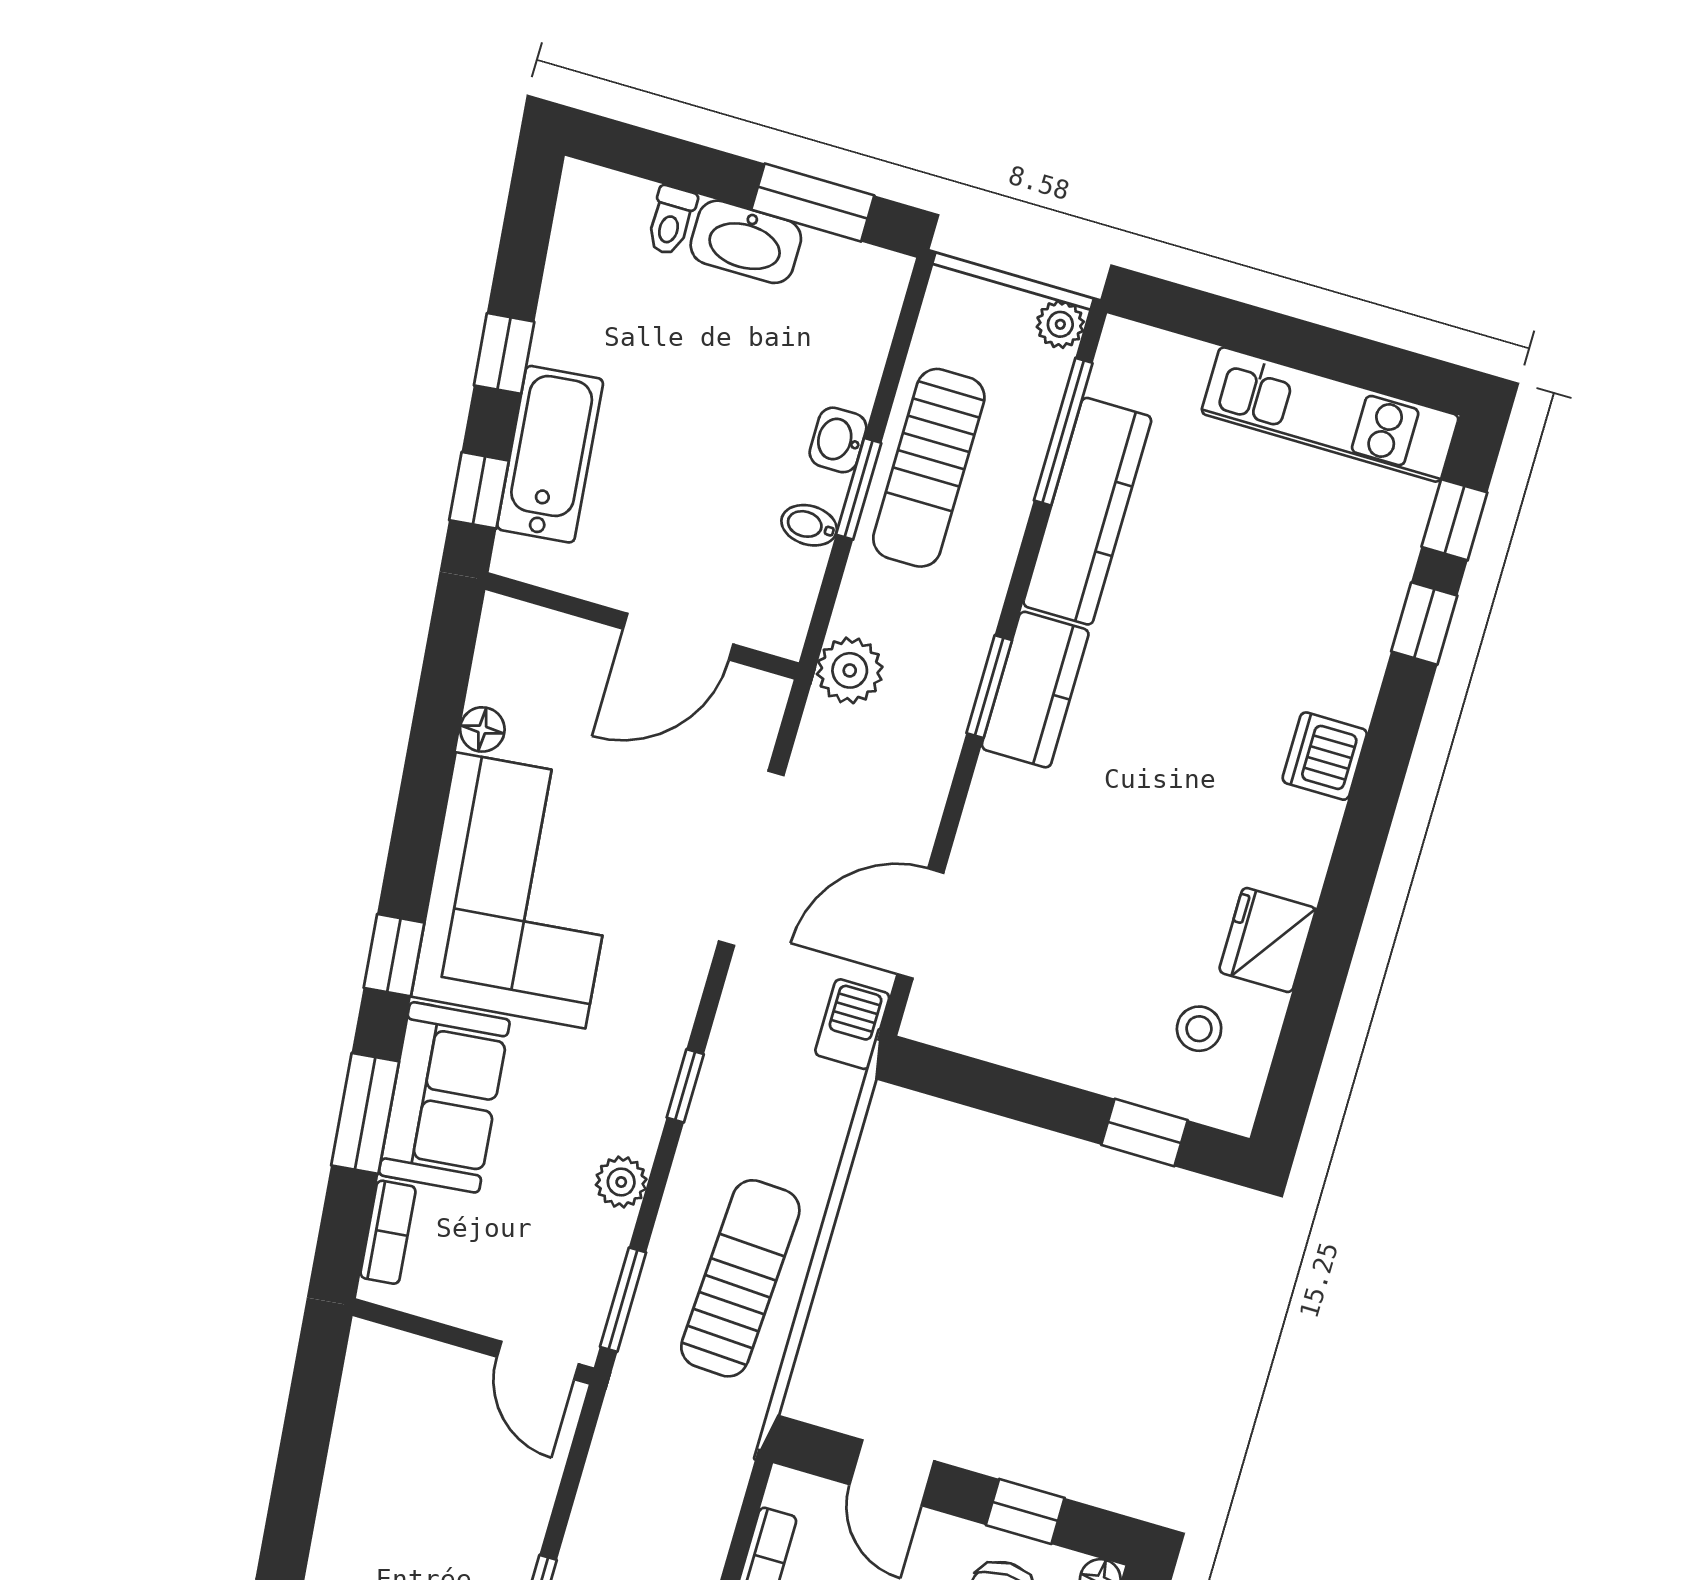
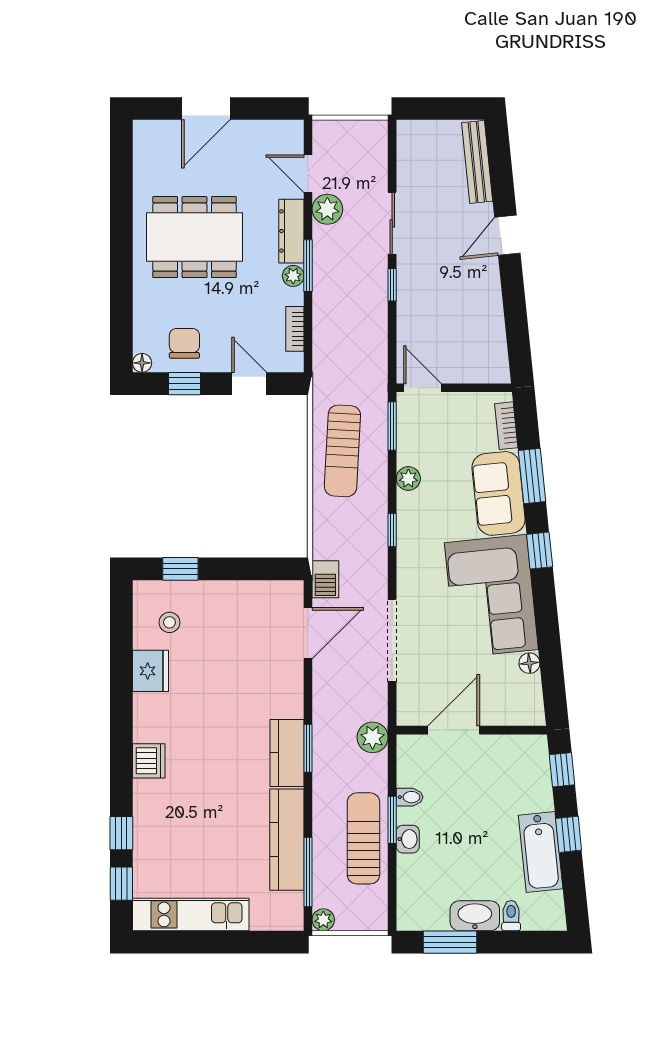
bathtub: (550, 454) -> (541, 852), moved

